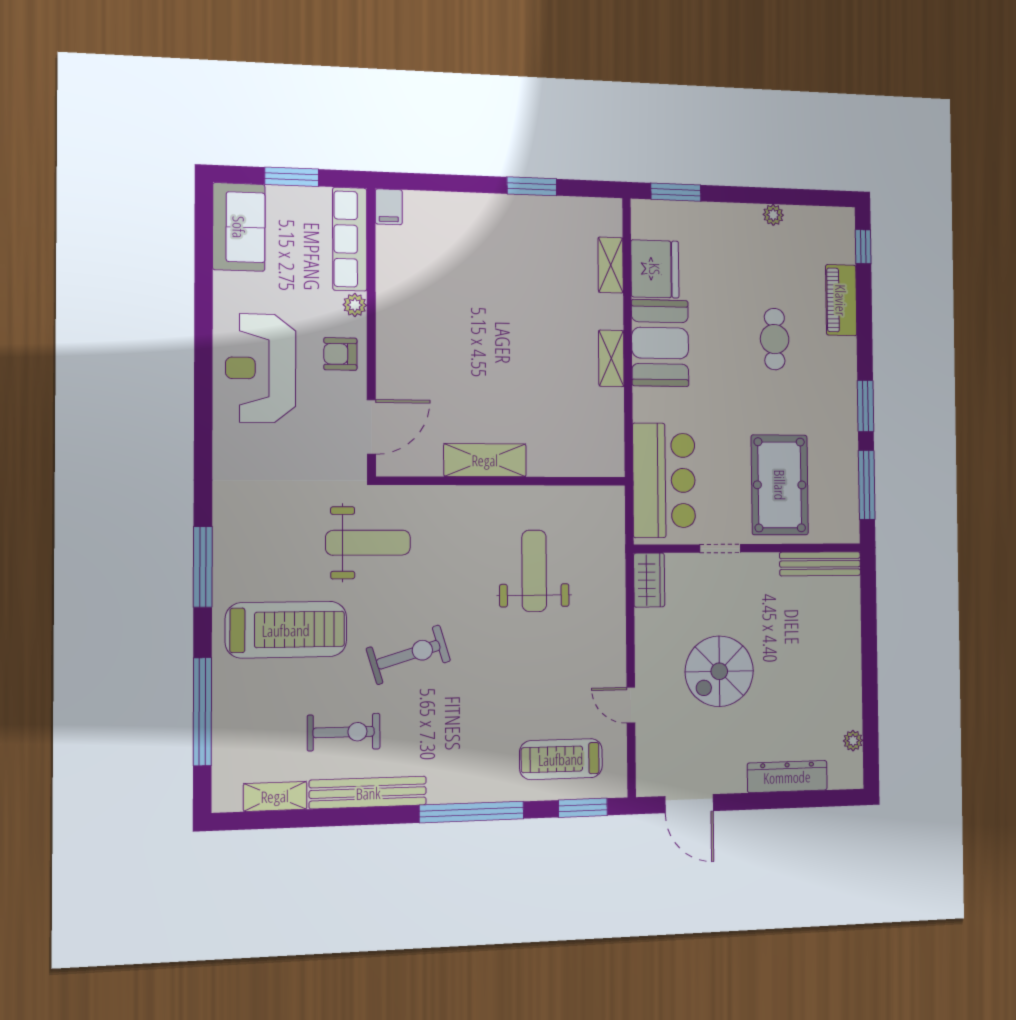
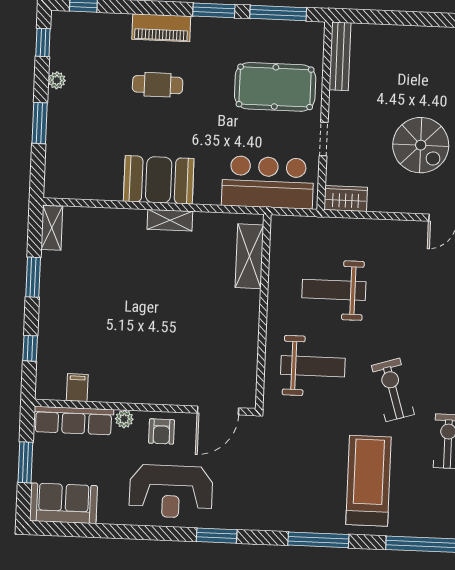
window: (441, 183) -> (30, 348), added
window: (676, 192) -> (40, 123), moved
window: (817, 198) -> (43, 42), added
filing cabinet: (389, 207) -> (77, 388), moved, turned -90
shelving: (611, 265) -> (52, 228), moved, turned 90
fridge: (655, 269) -> (99, 181), removed
piano: (841, 300) -> (161, 28), moved
door: (371, 427) -> (218, 410), swing flipped
window: (203, 430) -> (217, 536), added
shelving: (485, 460) -> (249, 256), moved
weight bench: (368, 543) -> (313, 366), moved, turned 90

